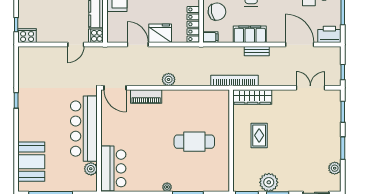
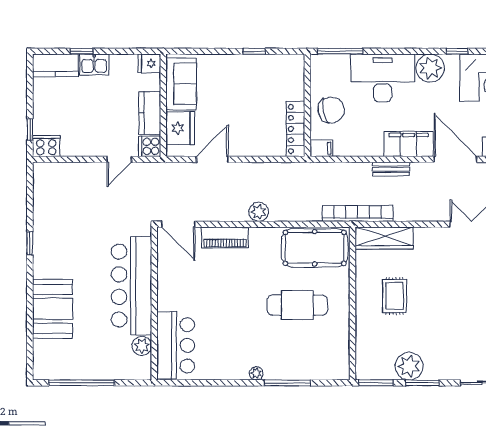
fridge: (160, 33) -> (180, 128), moved, turned 90
filing cabinet: (250, 34) -> (409, 144), moved
door: (138, 45) -> (212, 159), hinge flipped
pool table: (206, 103) -> (315, 248), added
booth: (31, 162) -> (53, 309), moved

